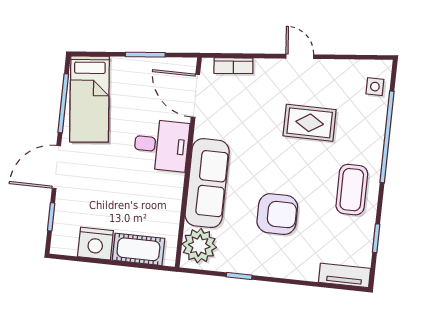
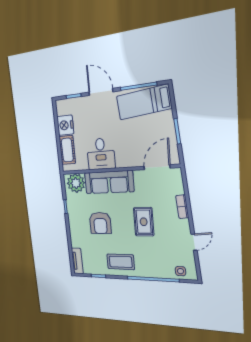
door: (300, 56) -> (194, 242), moved
bookcase: (233, 66) -> (182, 207), moved
rug: (310, 123) -> (144, 222), moved
desk: (161, 145) -> (101, 154), moved

